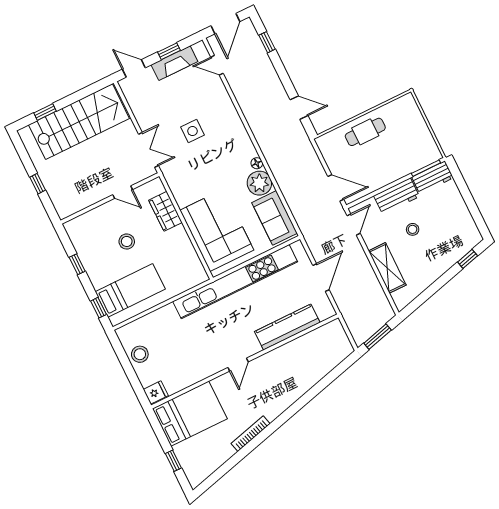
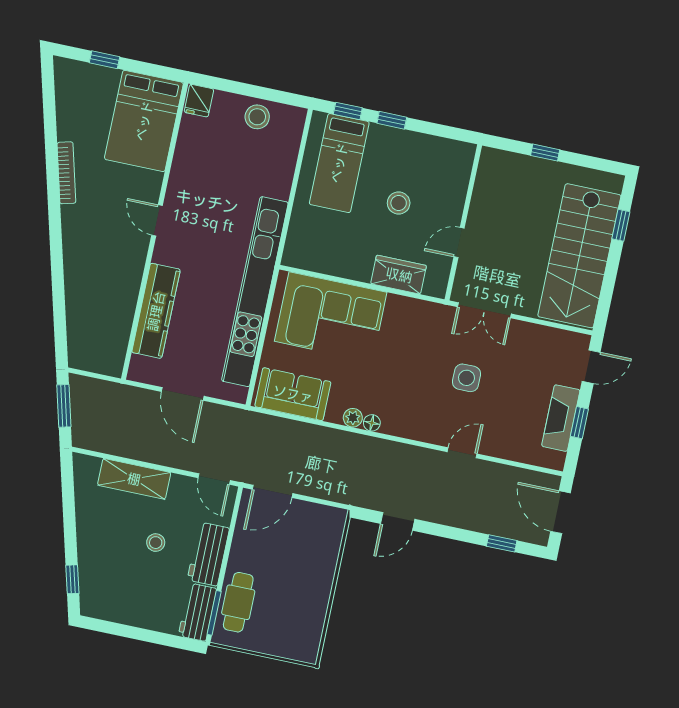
door: (217, 65) -> (462, 453), moved
cafe table: (365, 132) -> (238, 602), moved
plant: (259, 183) -> (353, 418), width x0.53, depth x0.53
window: (77, 264) -> (392, 120), moved

